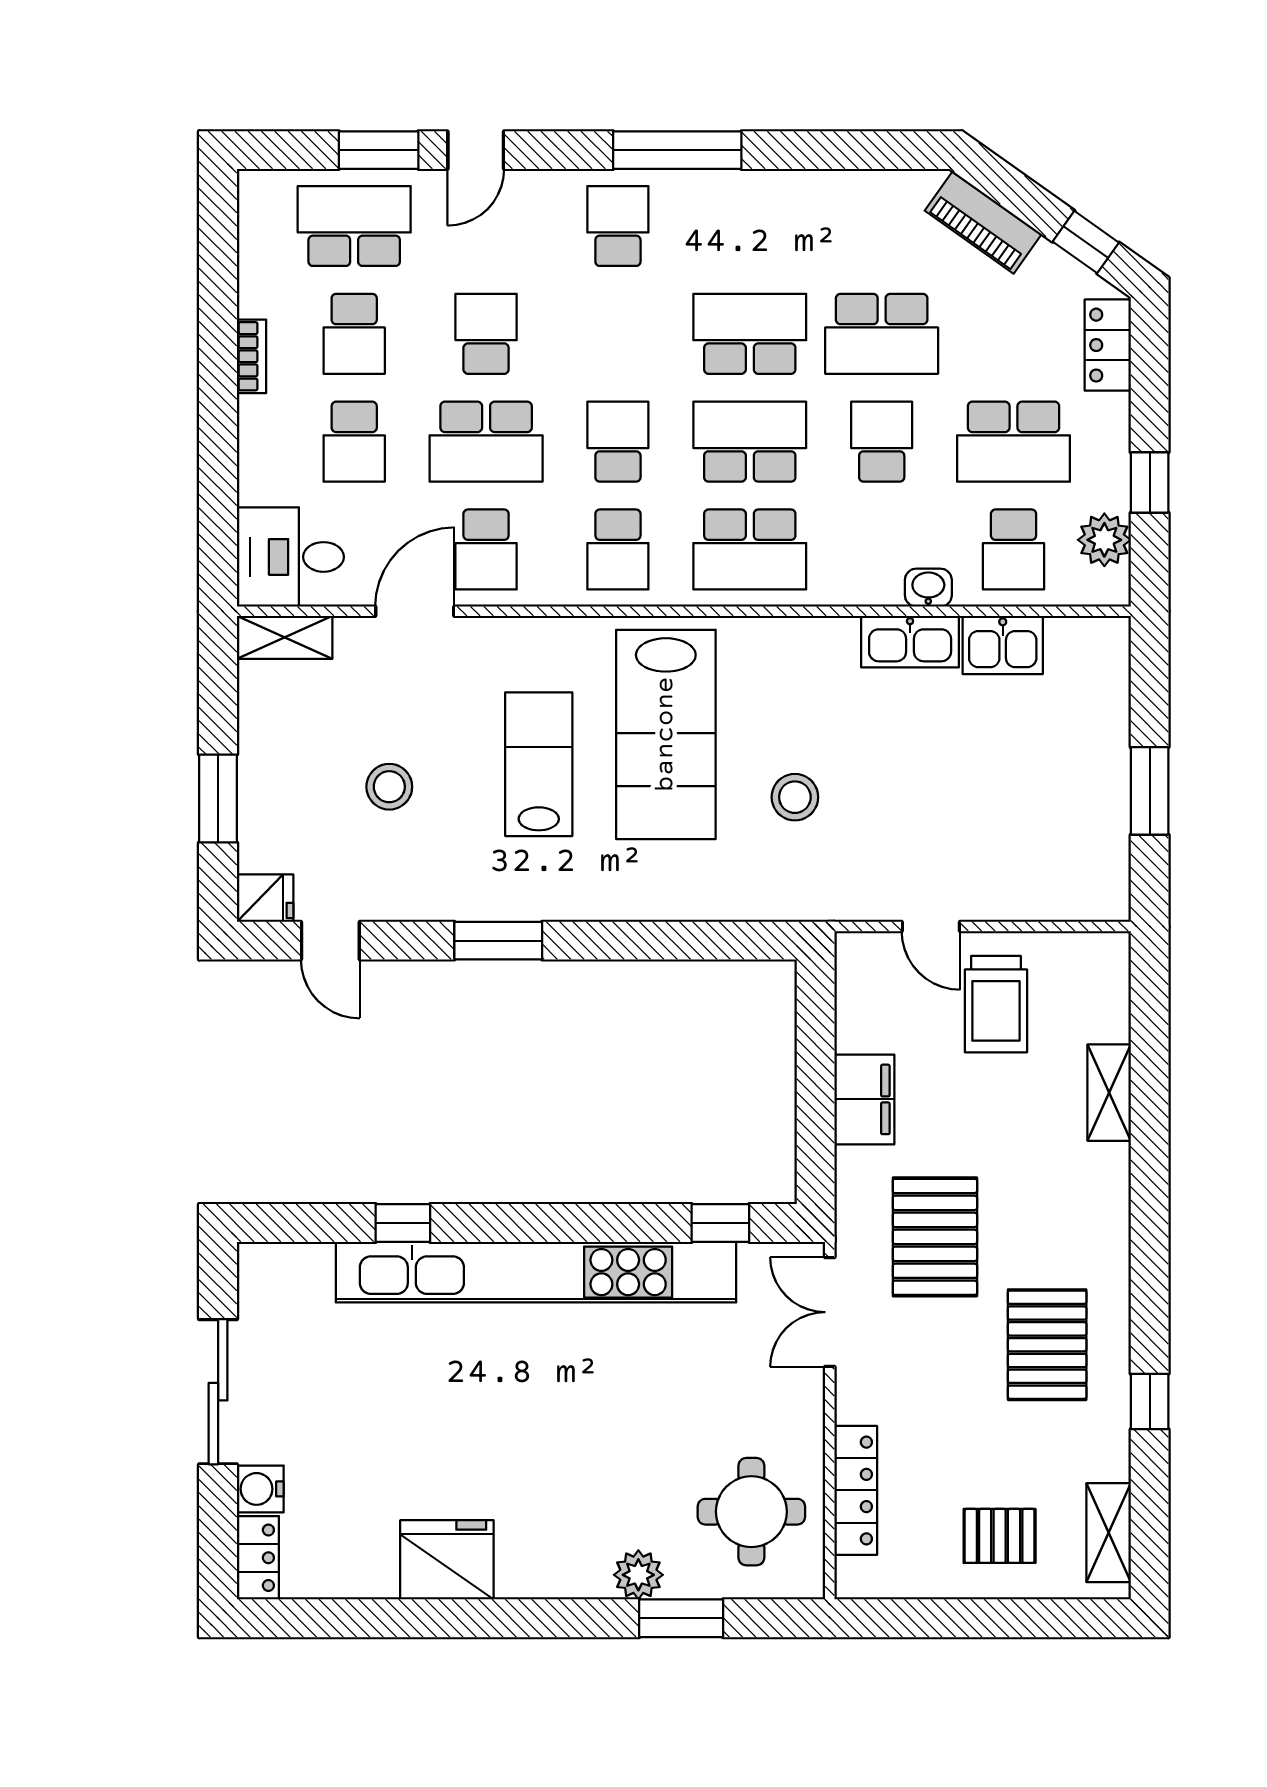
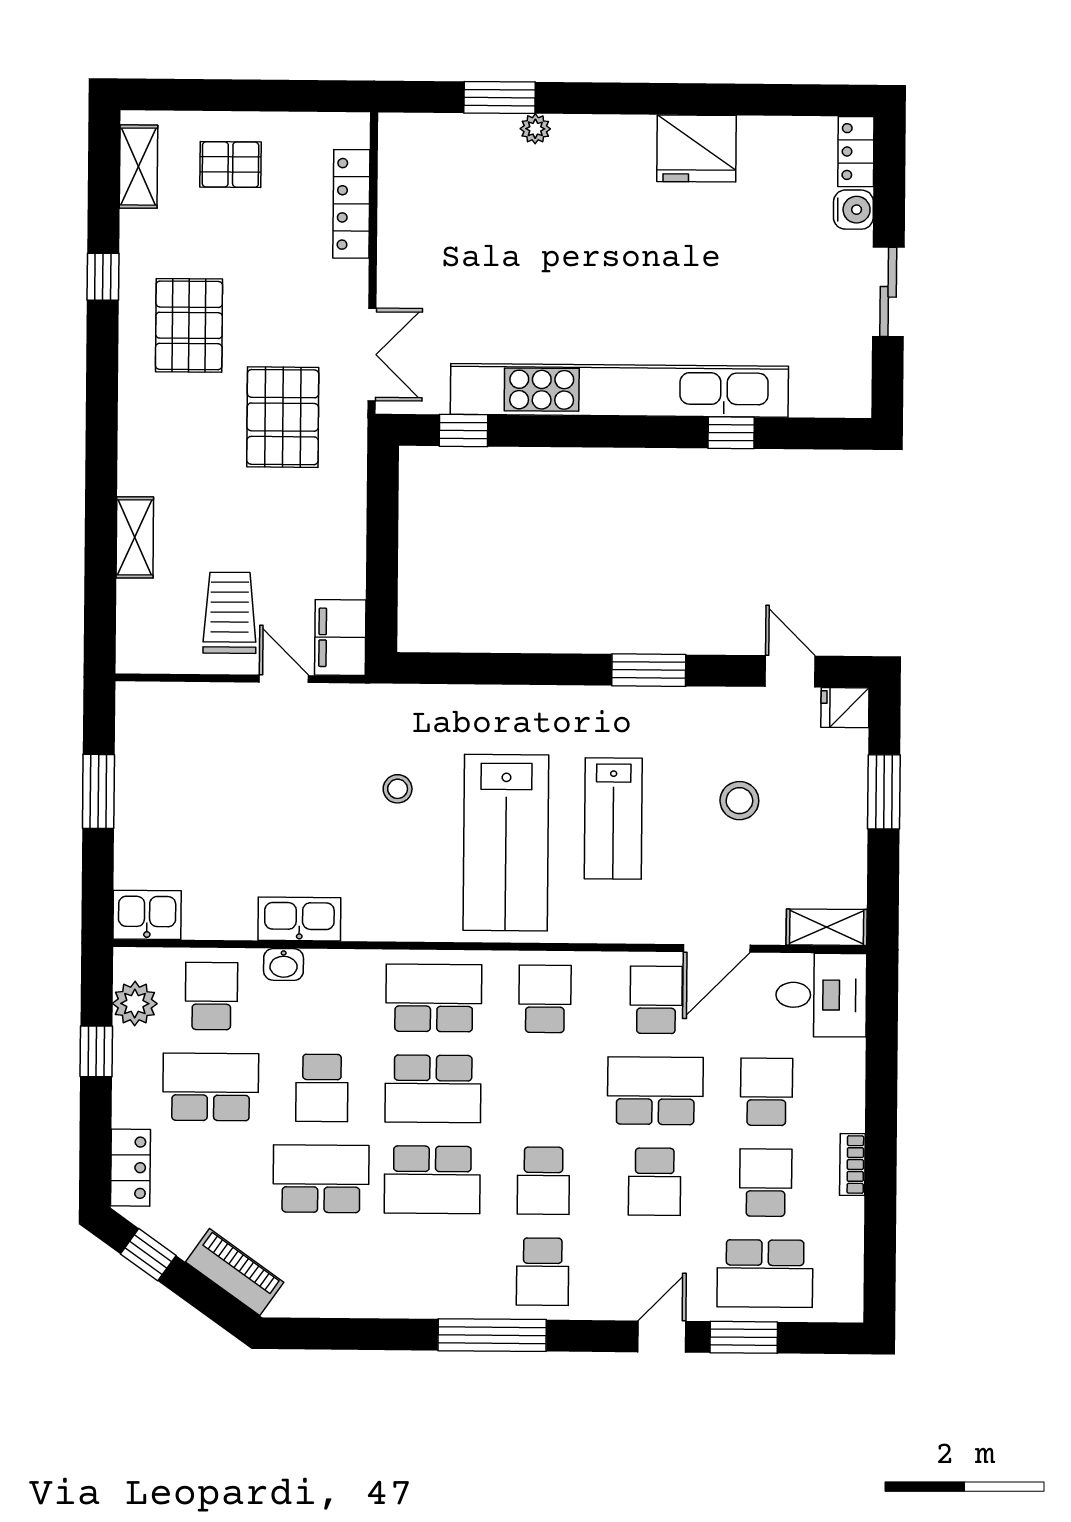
school desk: (618, 442) -> (543, 1181), moved
kitchen sink: (1003, 645) -> (147, 915), moved
lab bench: (666, 734) -> (506, 843), turned 180
stool: (795, 797) -> (398, 789), width x0.73, depth x0.73
filing cabinet: (864, 1099) -> (340, 637), moved
sliding door: (218, 1392) -> (888, 292), width x0.73
round table: (751, 1512) -> (440, 187), removed
plant: (638, 1575) -> (535, 129), width x0.73, depth x0.73

